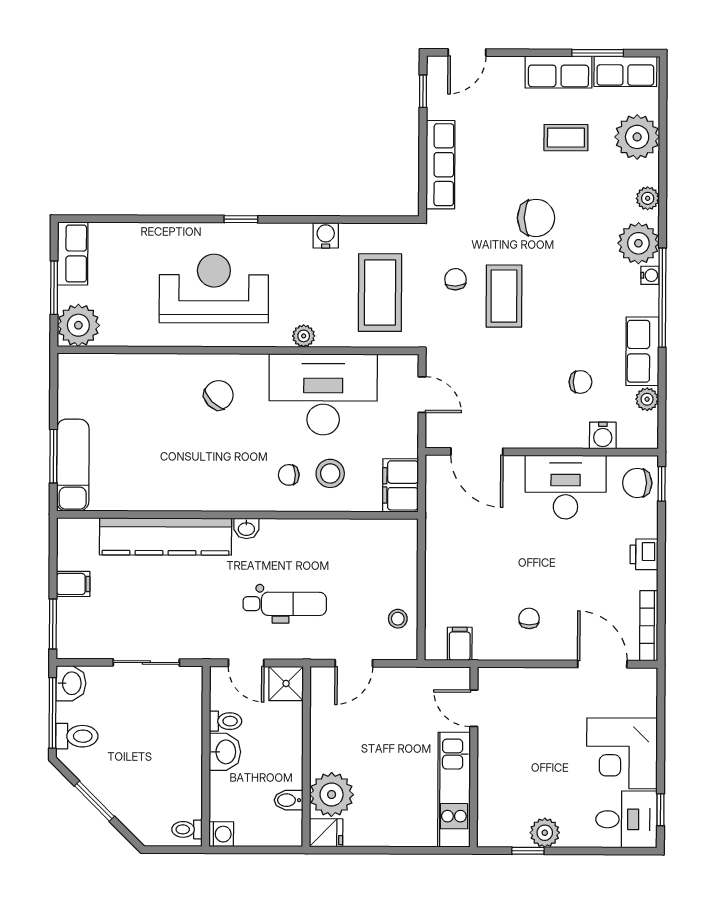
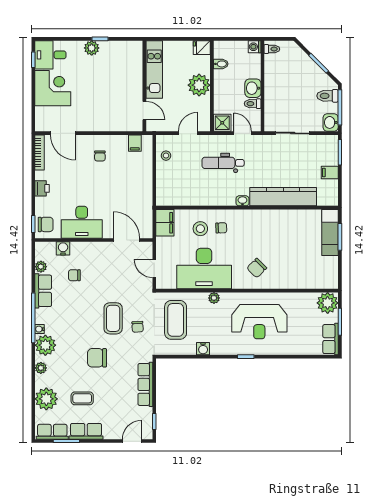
door: (474, 708) -> (144, 111), moved
wall: (474, 757) -> (144, 86), moved
kitchen unit: (454, 790) -> (154, 70), moved
plant: (332, 795) -> (199, 85), moved

